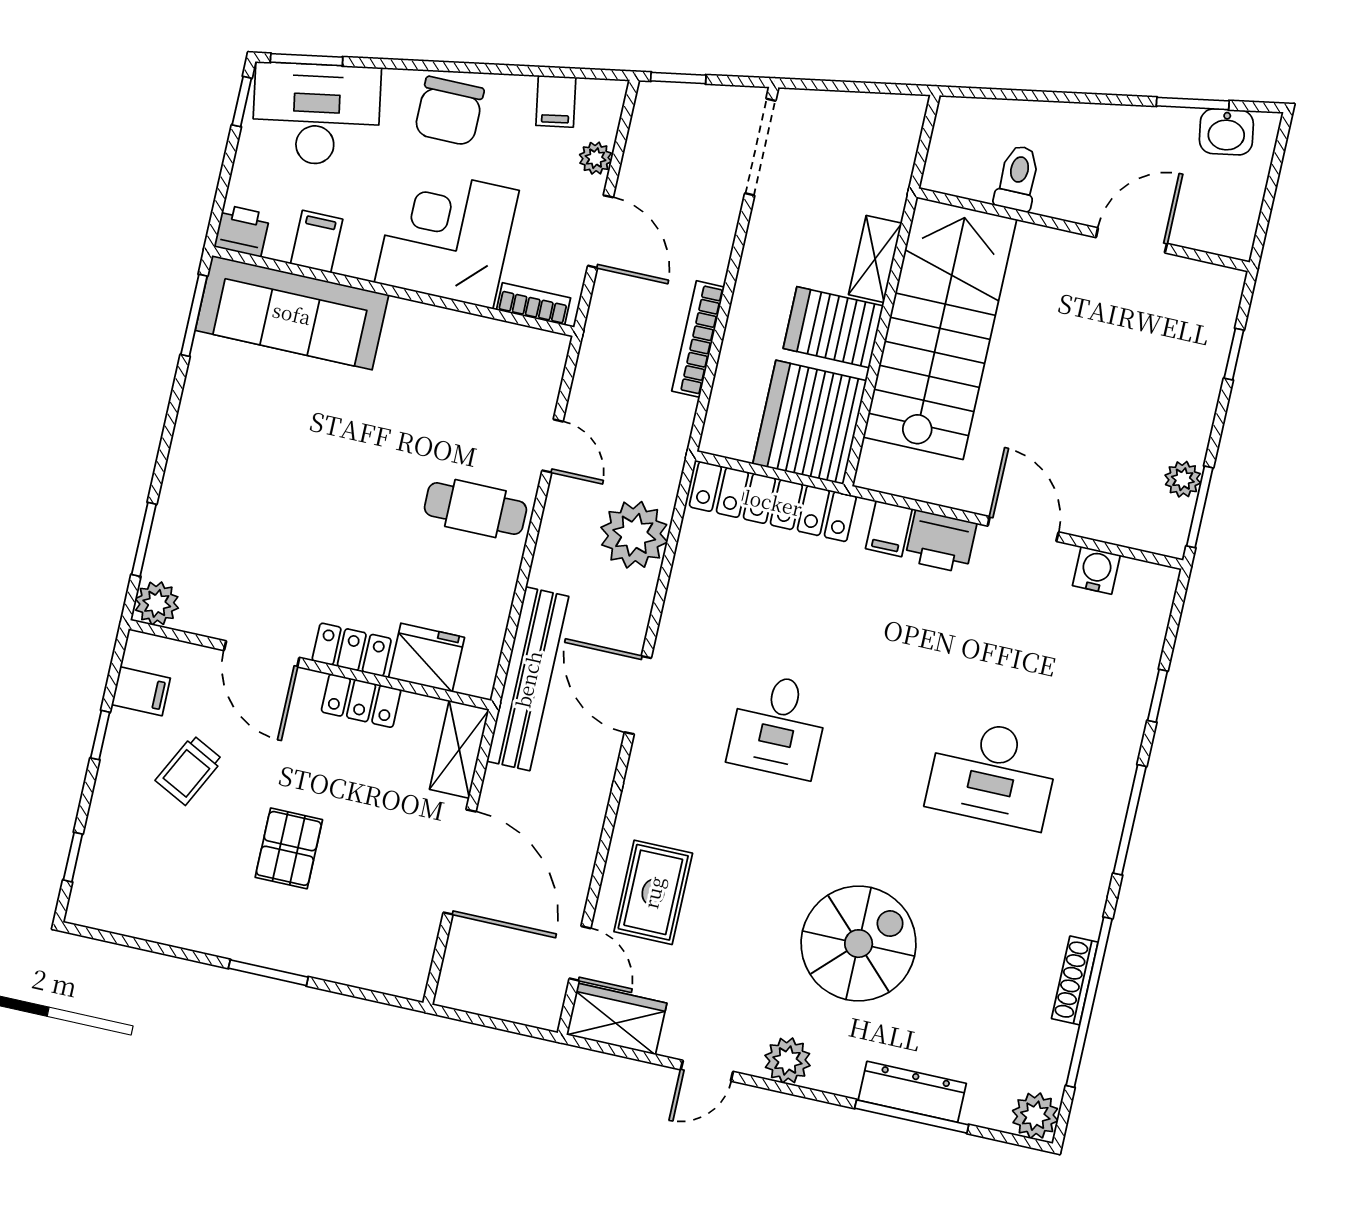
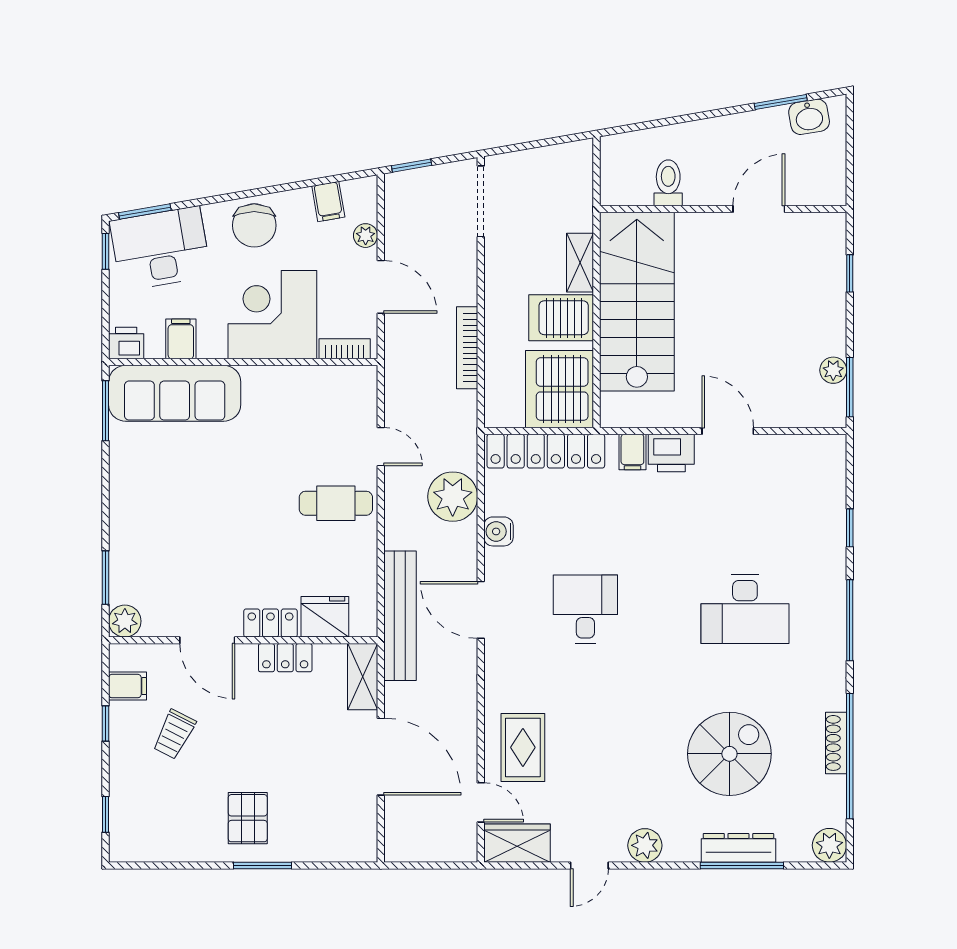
water cooler: (1096, 570) -> (498, 531), moved, turned -90
desk: (778, 726) -> (585, 609), turned 180
pallet: (289, 848) -> (248, 818), moved
spiral stairs: (859, 944) -> (729, 754), moved

